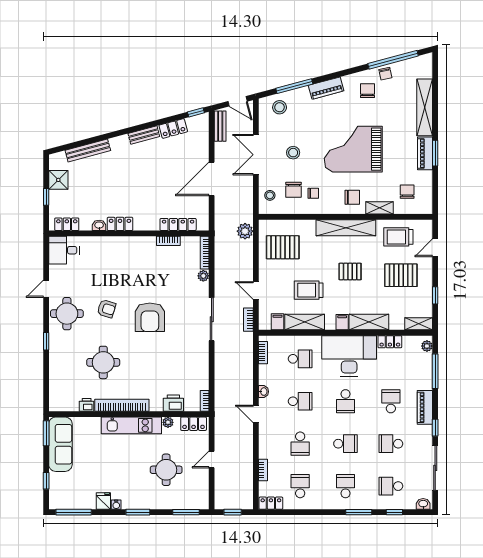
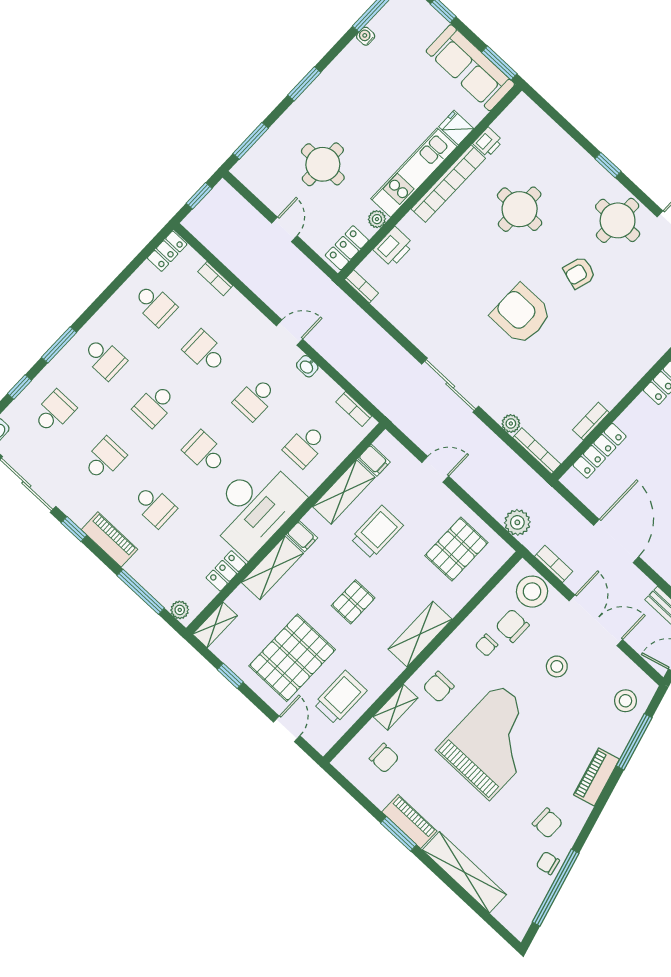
stool: (270, 195) -> (532, 592), width x1.89, depth x1.89
shelving: (346, 228) -> (420, 634), width x0.68
pallet: (401, 275) -> (292, 658), width x1.37, depth x1.41
bookcase: (248, 320) -> (554, 564), moved
fridge: (103, 501) -> (456, 128), moved, turned 180
water cooler: (116, 505) -> (366, 36), moved

